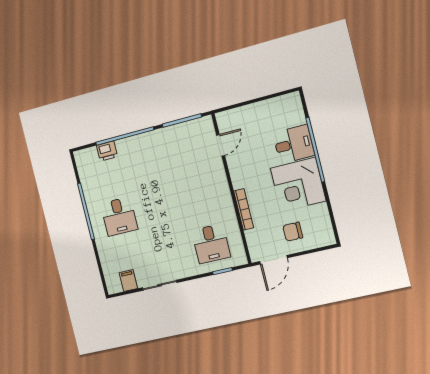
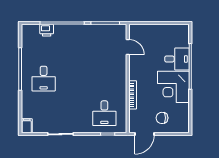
door: (221, 145) -> (128, 47), hinge flipped
filing cabinet: (128, 281) -> (27, 126), moved

